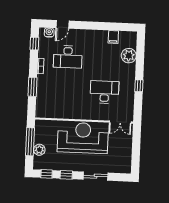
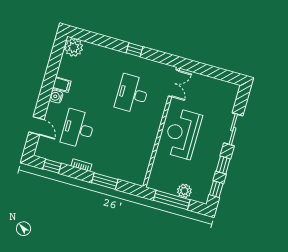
water cooler: (49, 32) -> (56, 97), moved
filing cabinet: (113, 37) -> (62, 85), moved
plant: (129, 56) -> (74, 47), moved
desk: (68, 57) -> (78, 129), turned 180
reception desk: (83, 138) -> (182, 134), width x0.74, depth x0.77

